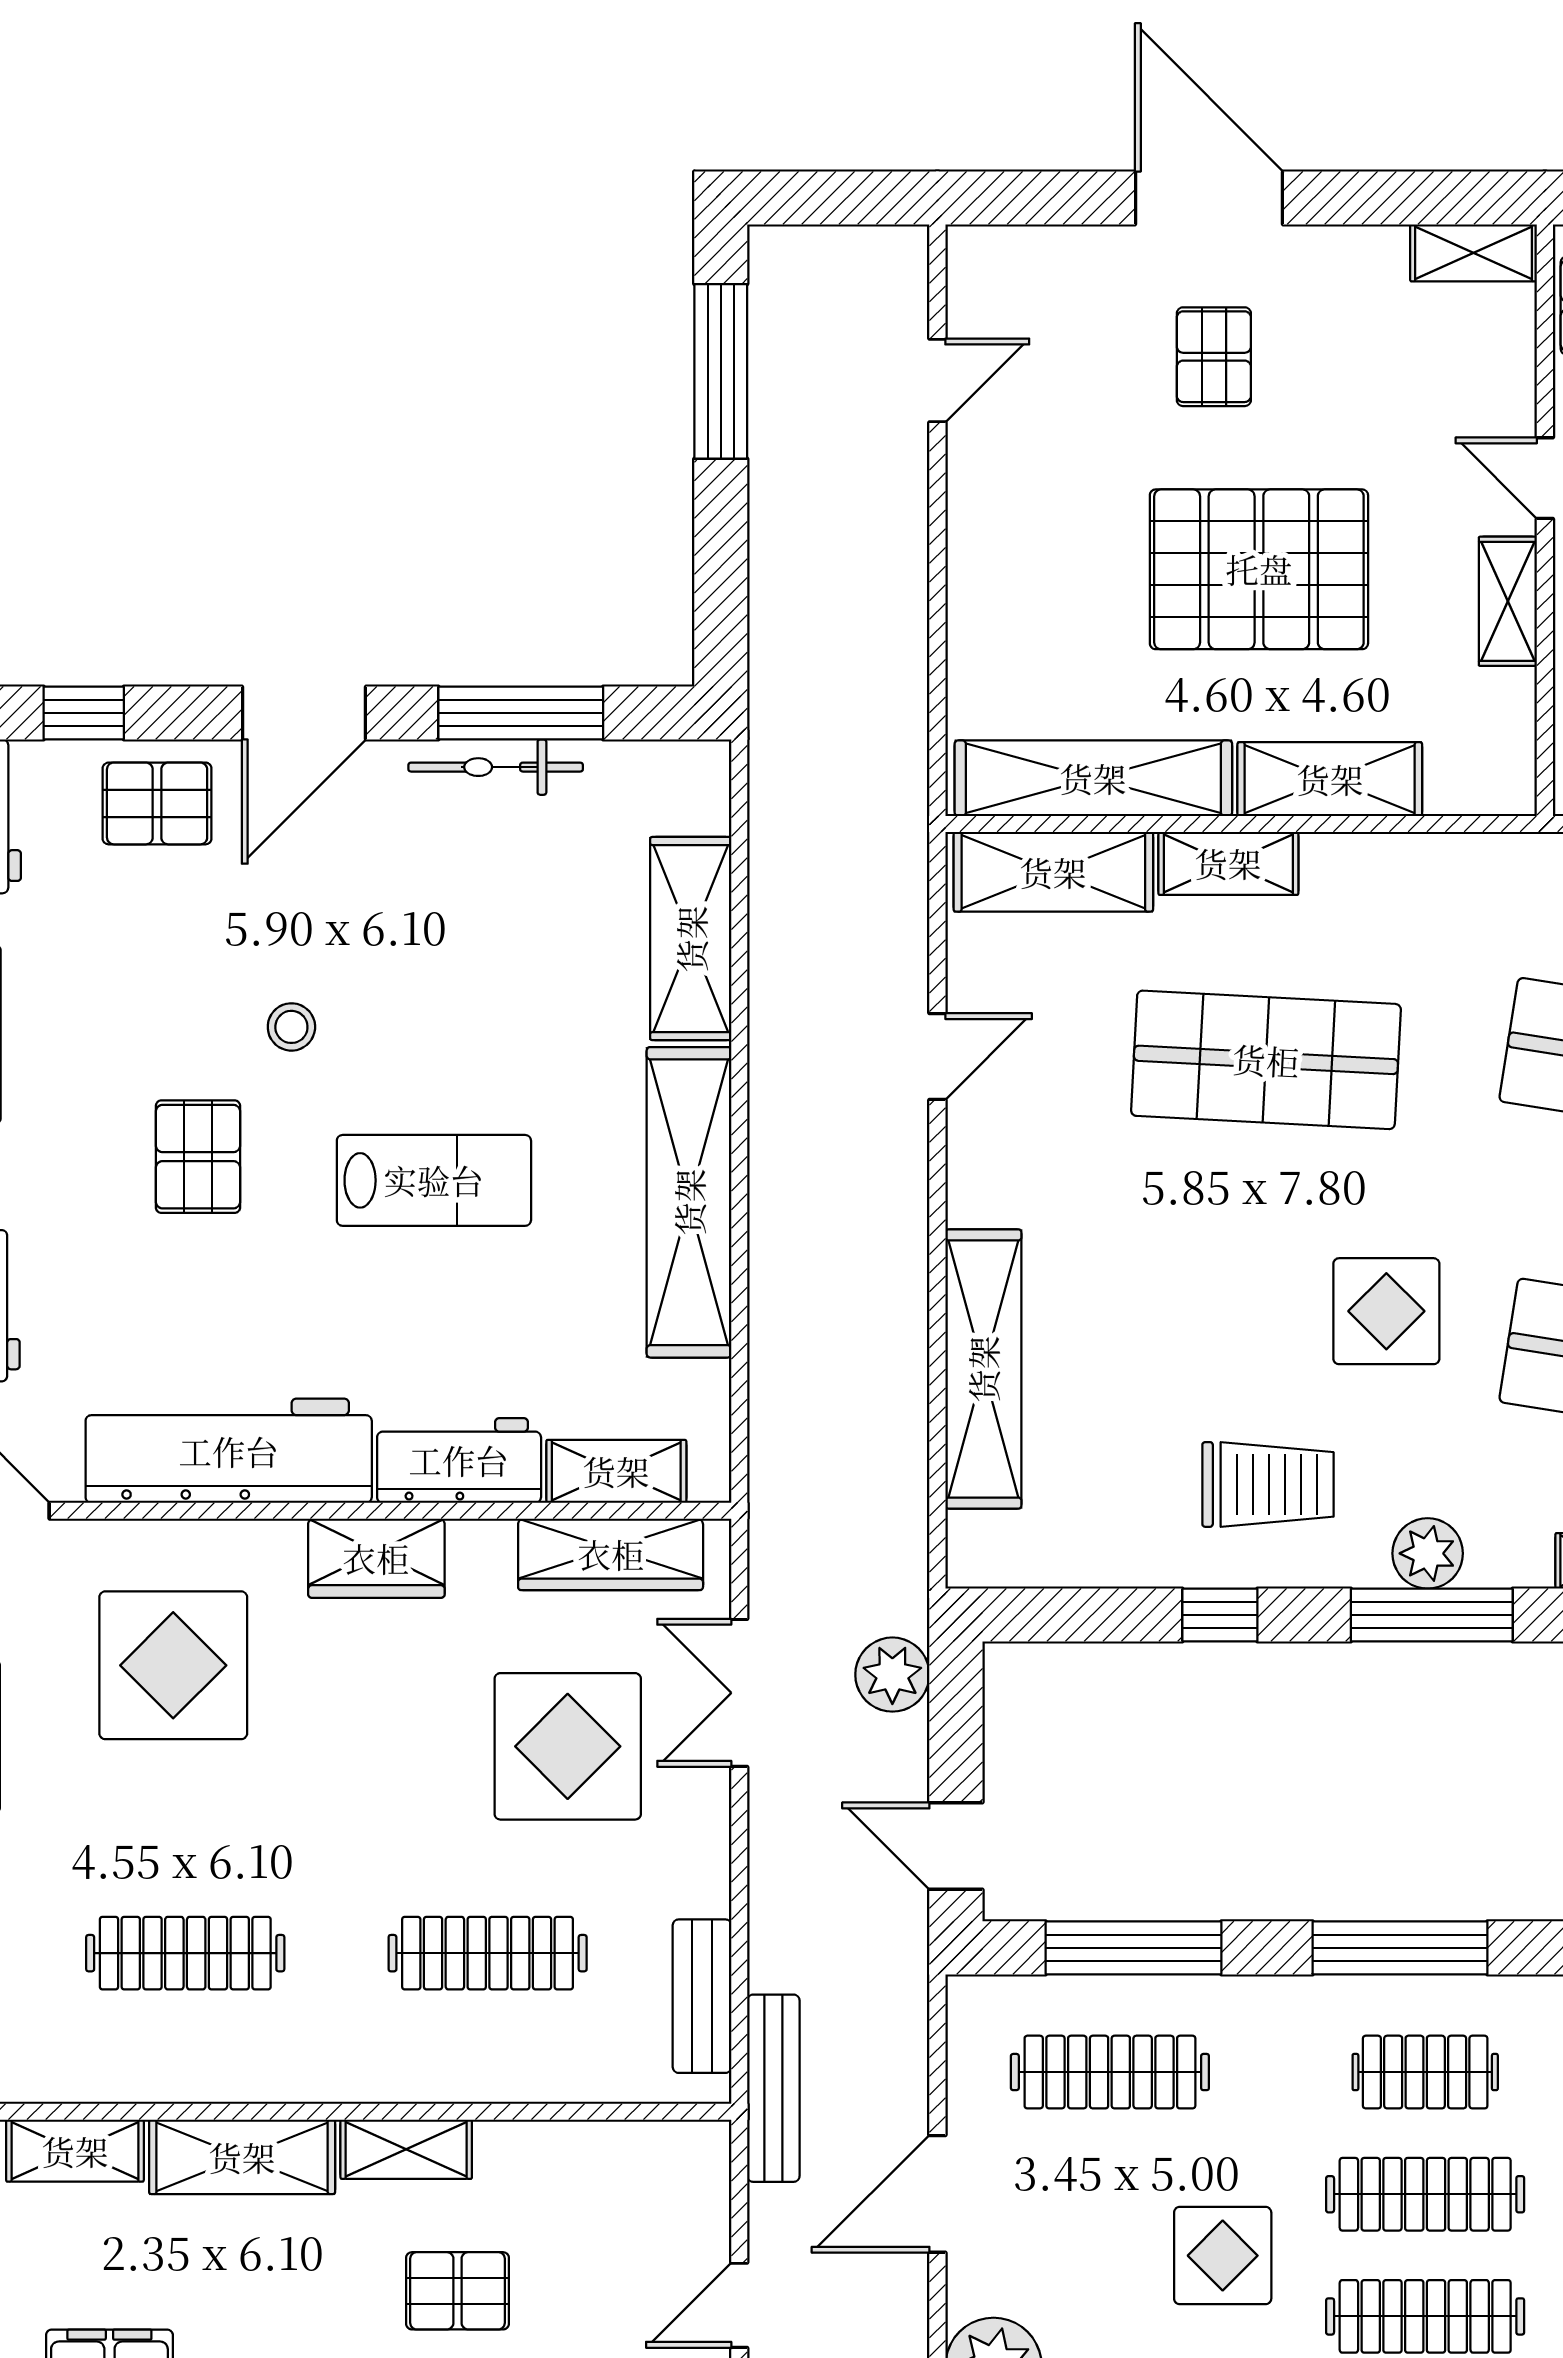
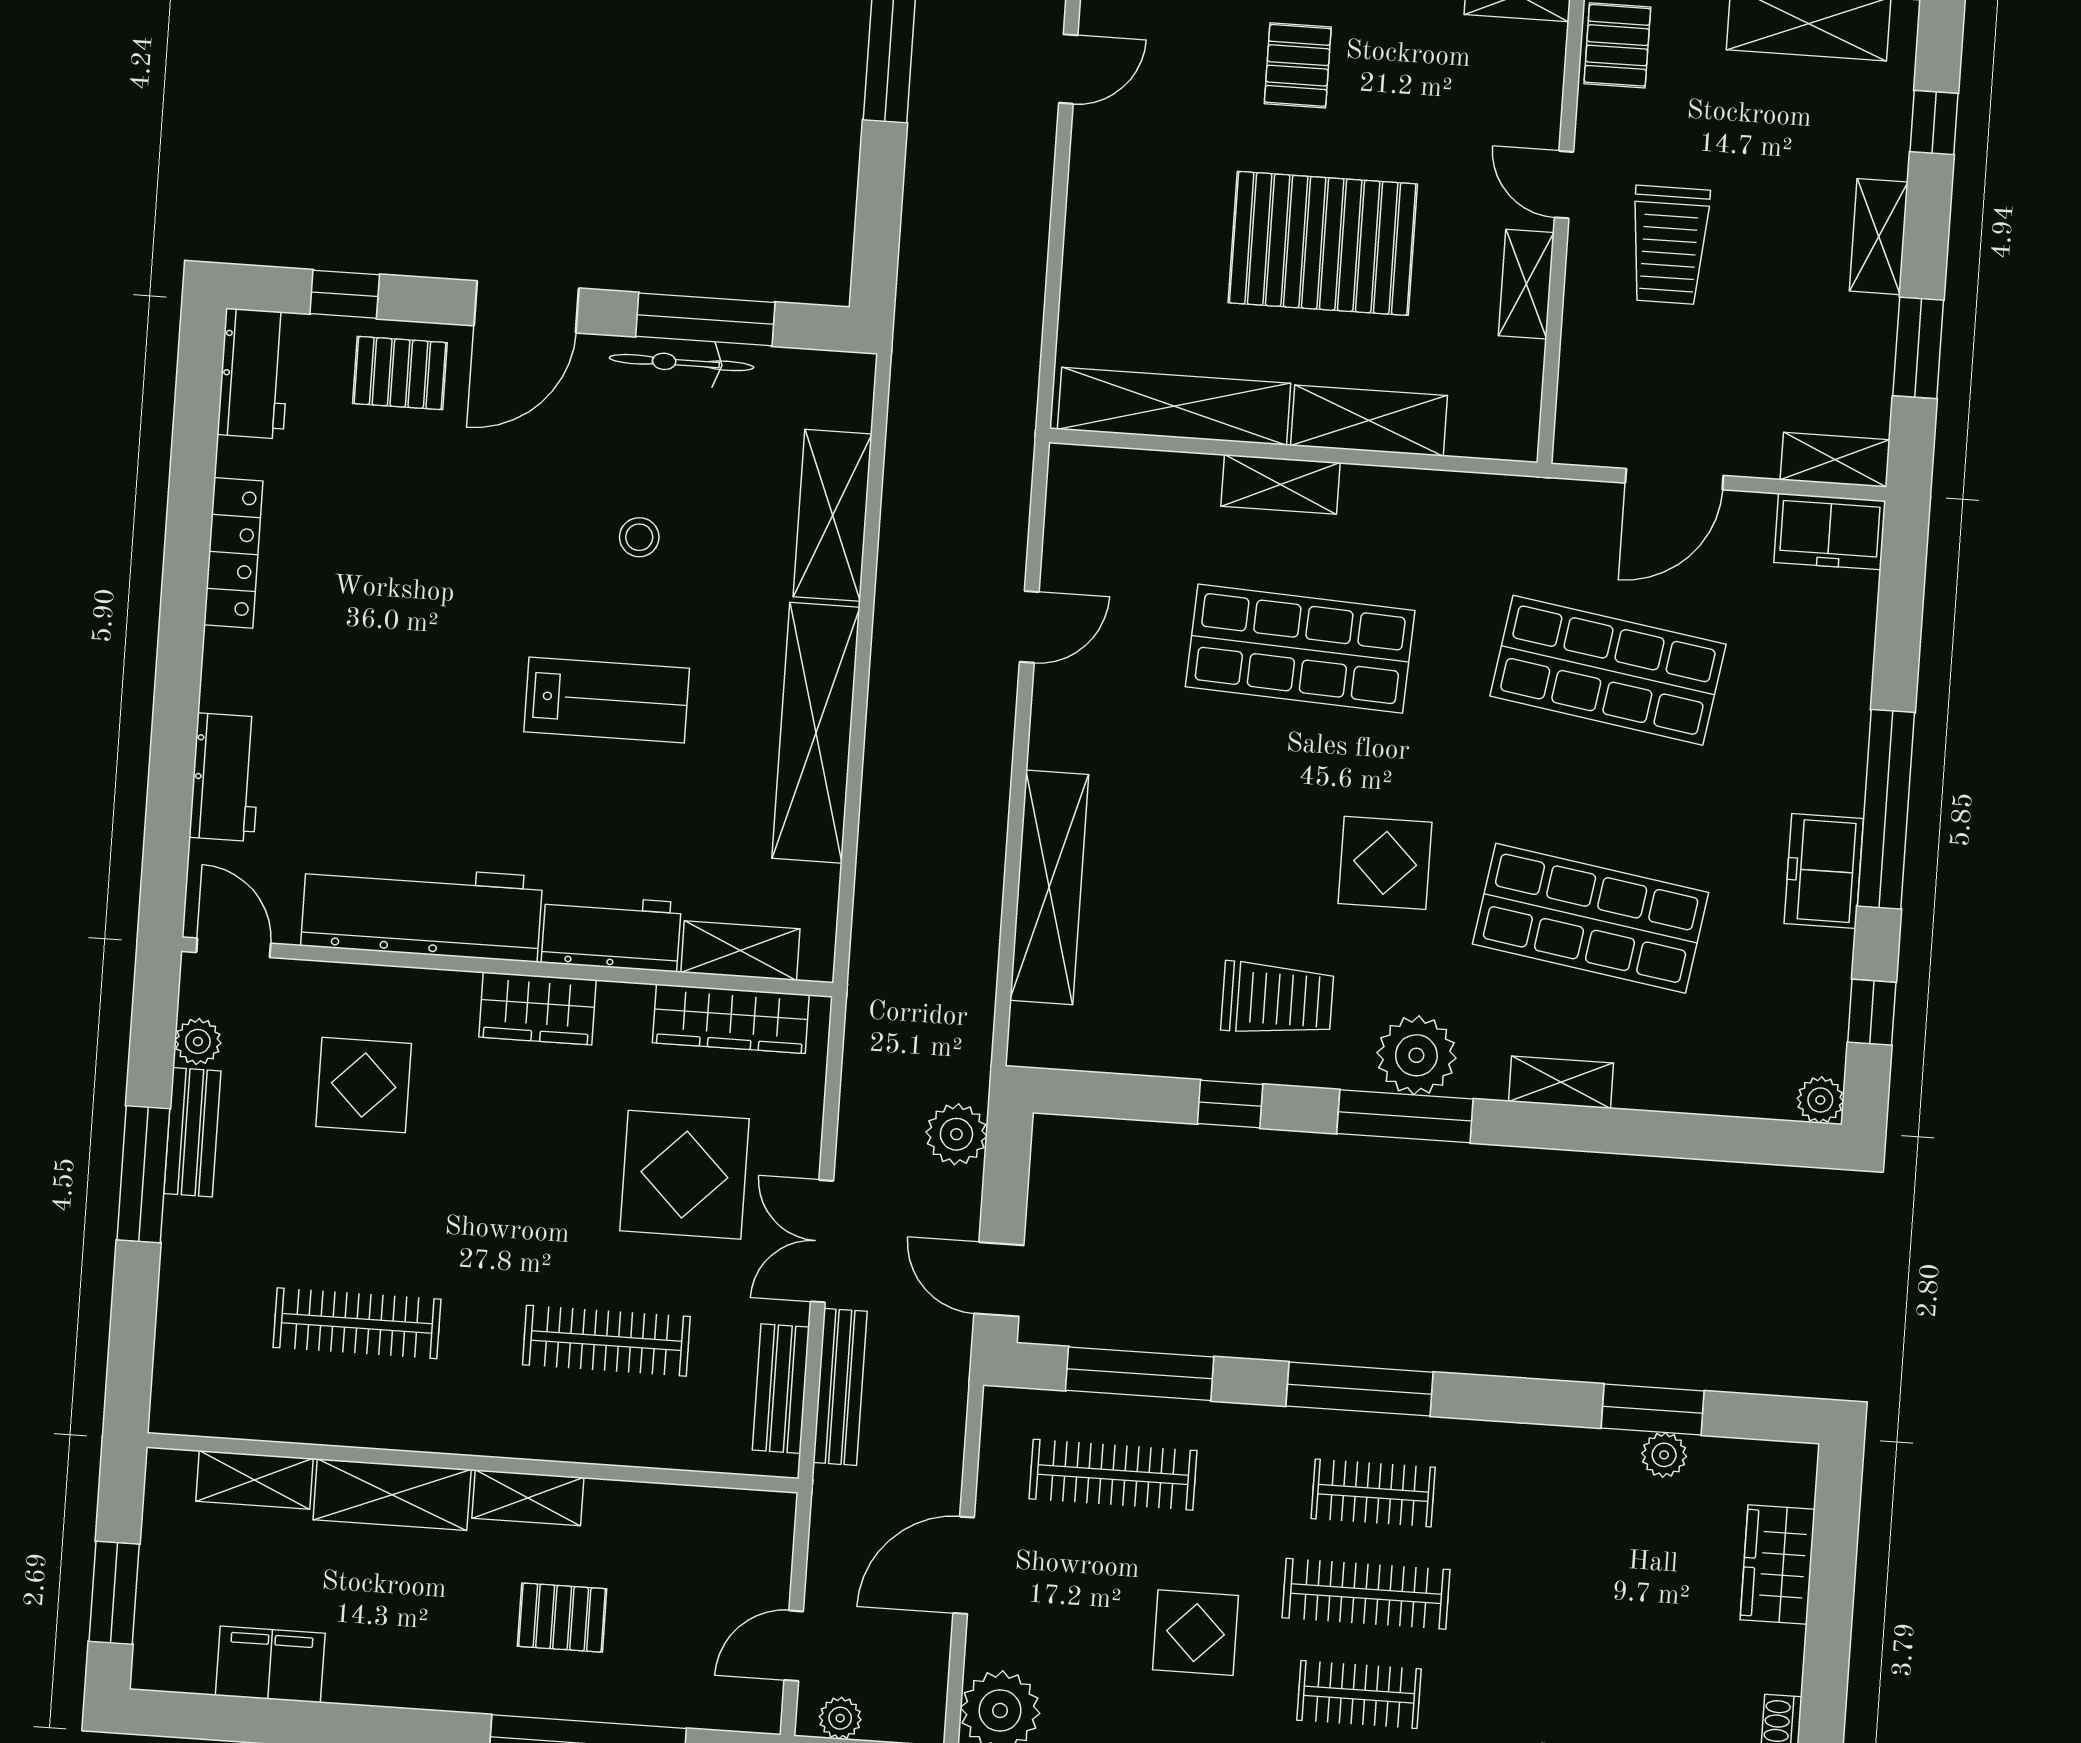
shelving: (1053, 872) -> (1136, 481), removed
stool: (291, 1027) -> (639, 537), moved
pallet: (198, 1157) -> (413, 667), removed
plant: (1428, 1553) -> (1416, 1055), width x1.36, depth x1.36
display table: (173, 1665) -> (364, 1085), width x0.73, depth x0.73
double door: (739, 1693) -> (822, 1241), moved
bench: (773, 2088) -> (840, 1387), moved
clothes rail: (1425, 2316) -> (1359, 1695), width x0.73

